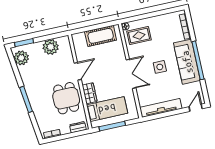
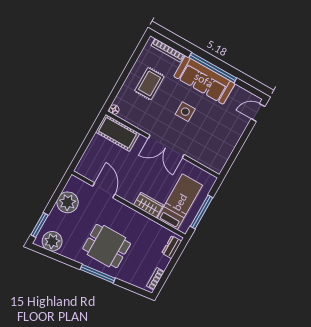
cot: (101, 36) -> (118, 133), moved, turned 90
rug: (139, 36) -> (149, 84), moved
door: (78, 71) -> (104, 190), moved
double door: (131, 74) -> (166, 147), swing flipped
dining table: (66, 98) -> (107, 246), moved
tv unit: (161, 108) -> (227, 147), removed
door: (196, 108) -> (258, 113), hinge flipped

